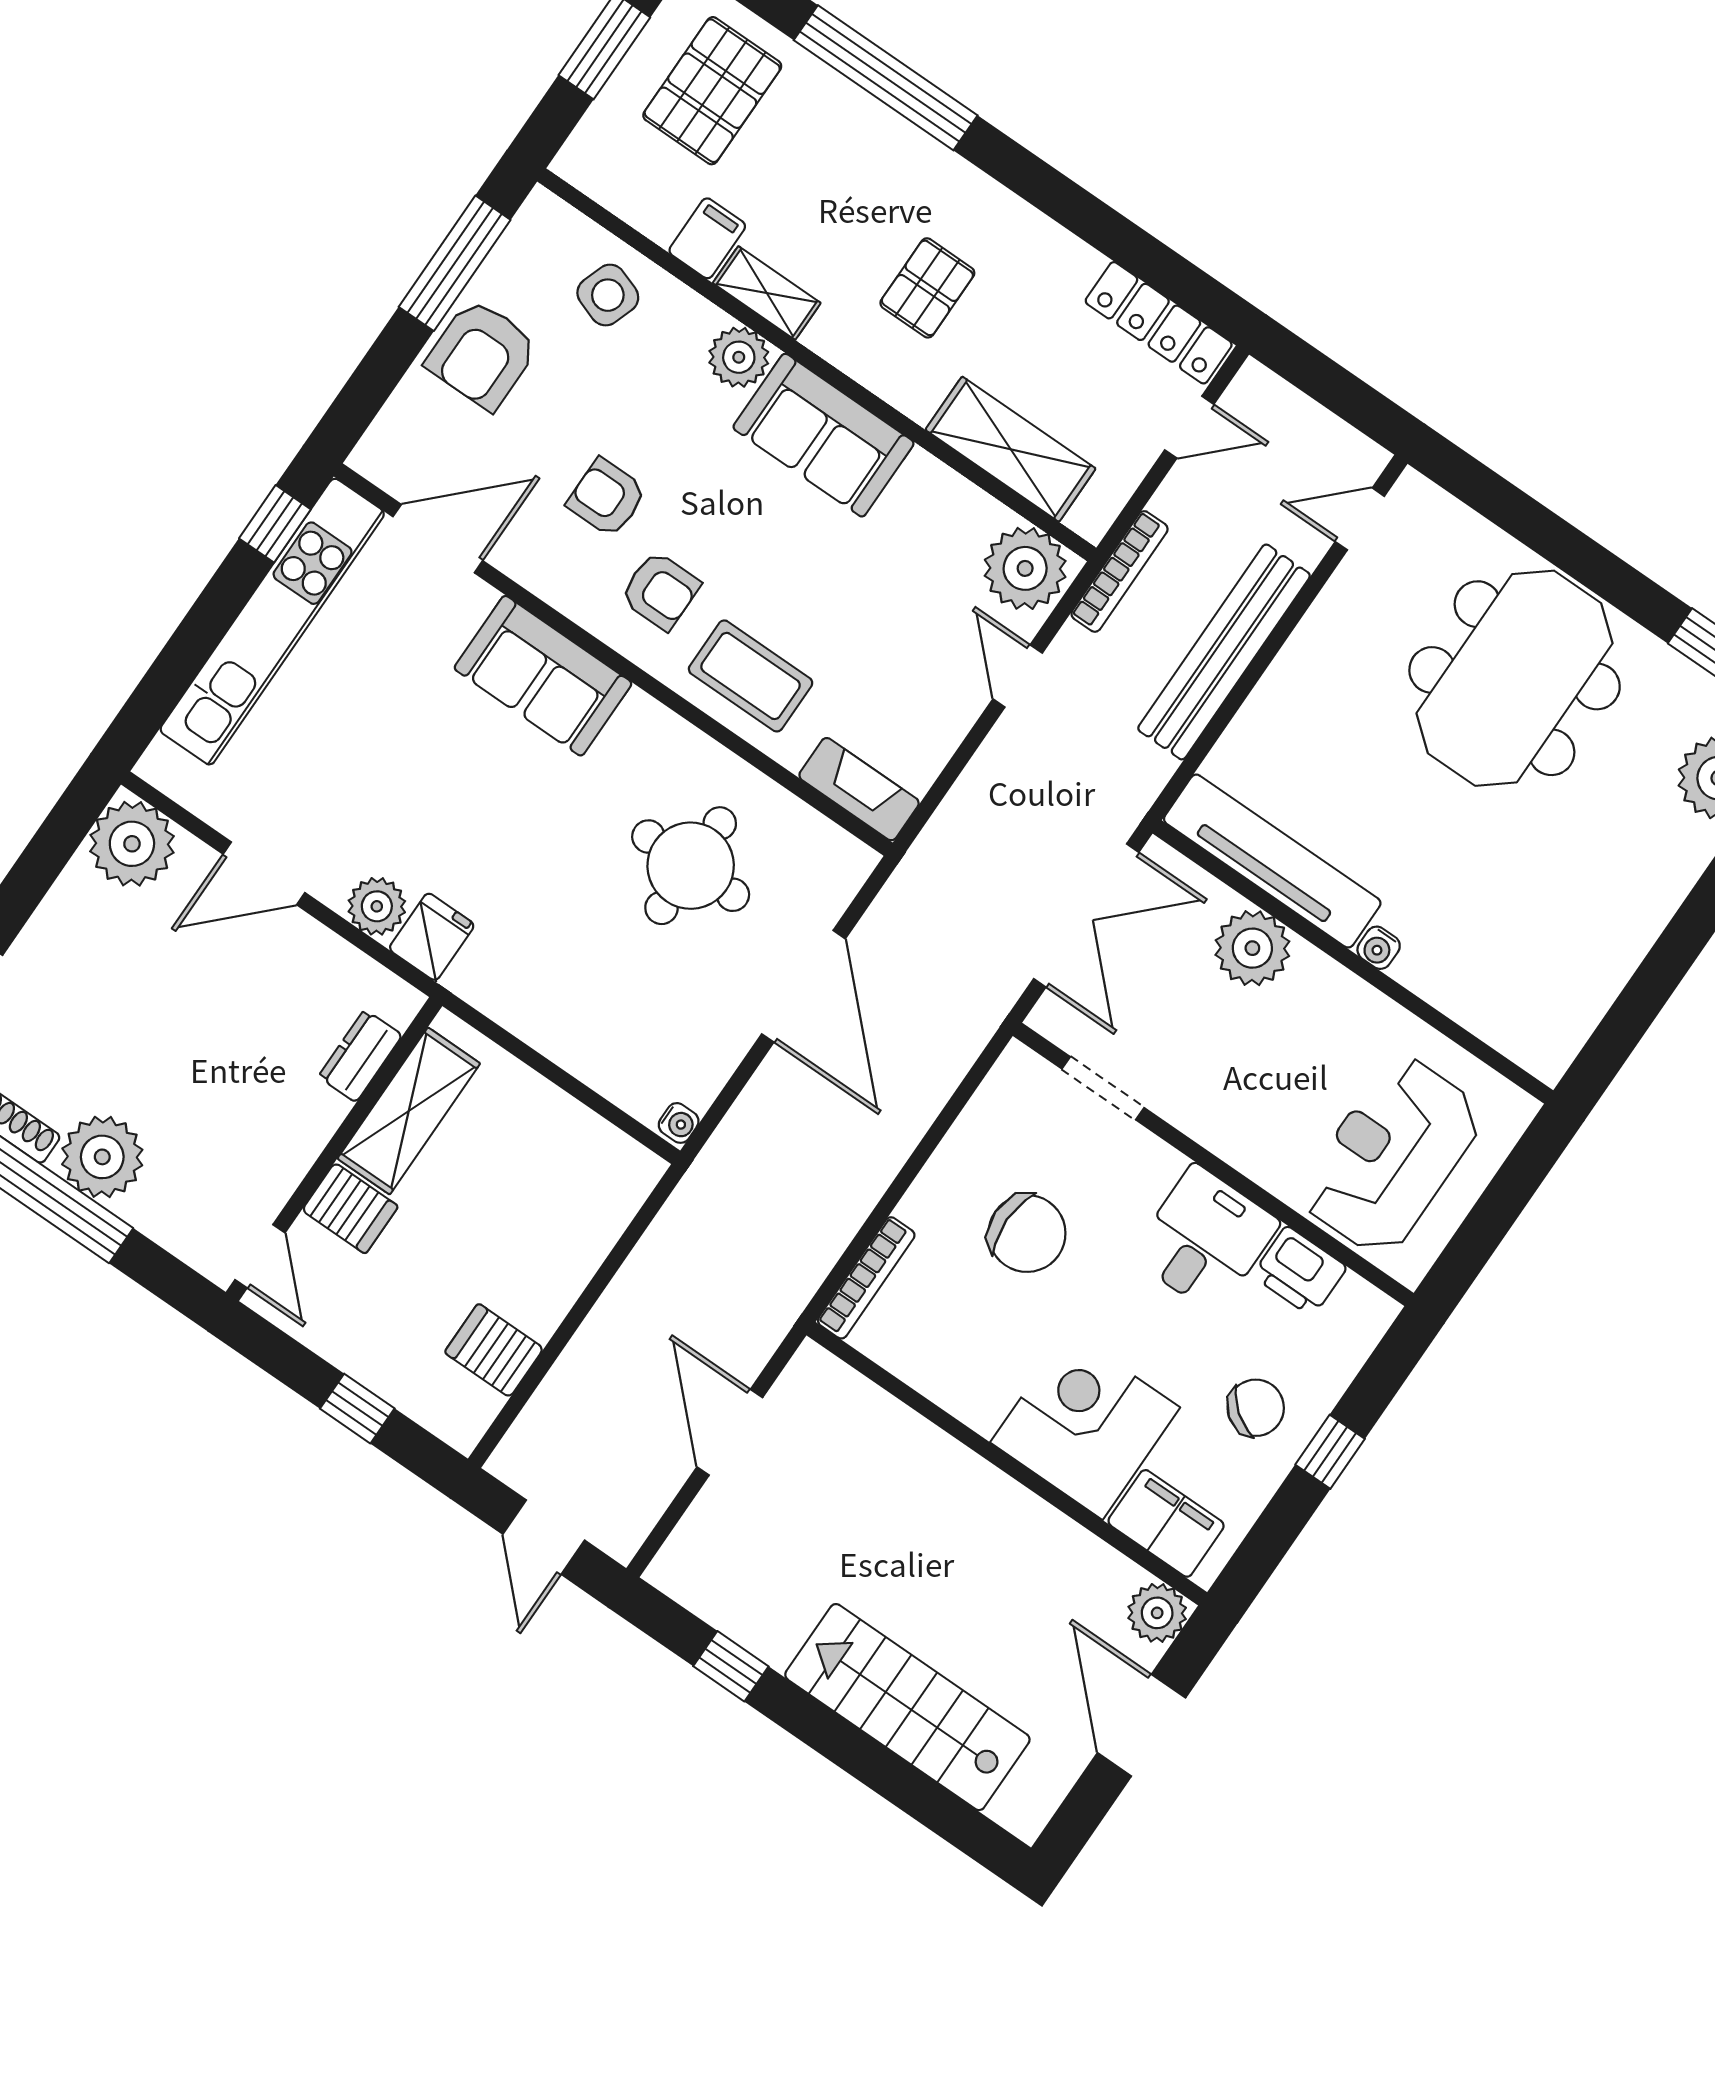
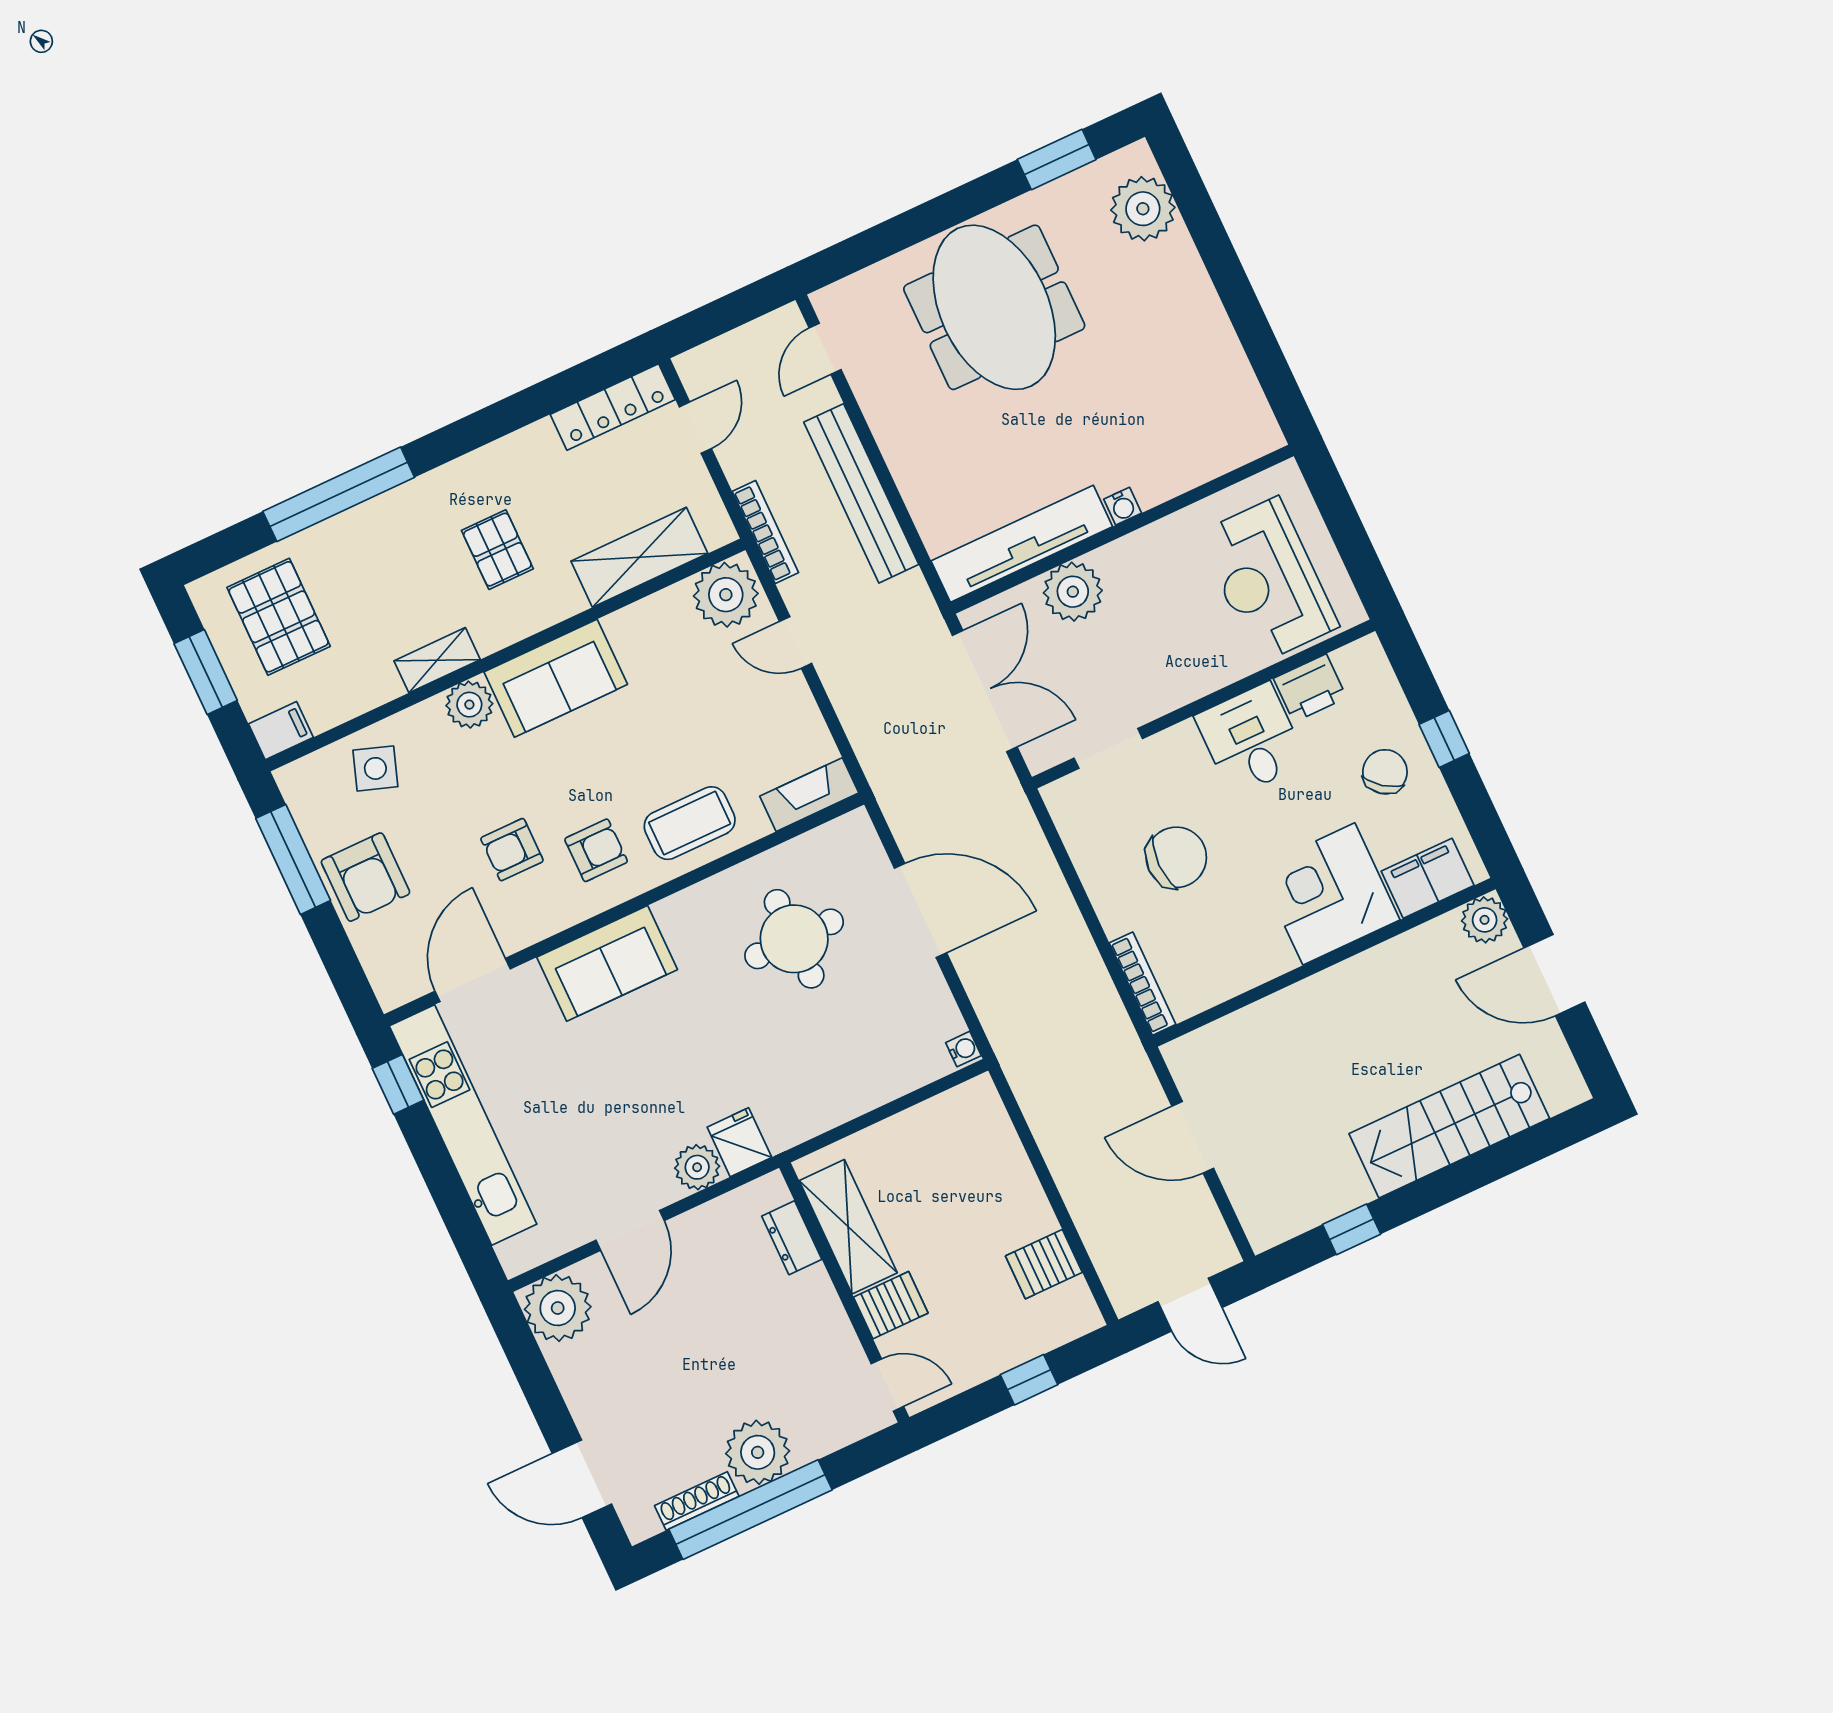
filing cabinet: (707, 238) -> (281, 731), moved, turned 90

